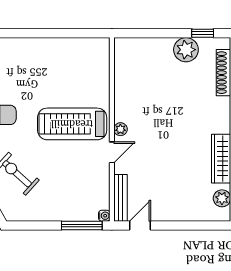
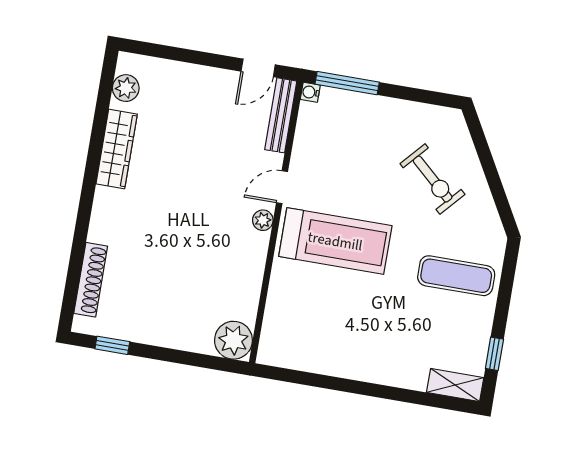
plant: (186, 50) -> (233, 340), moved

